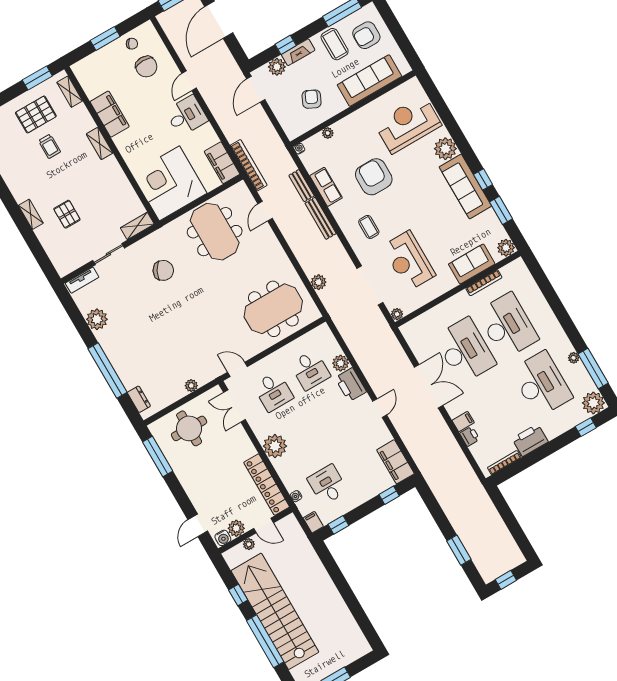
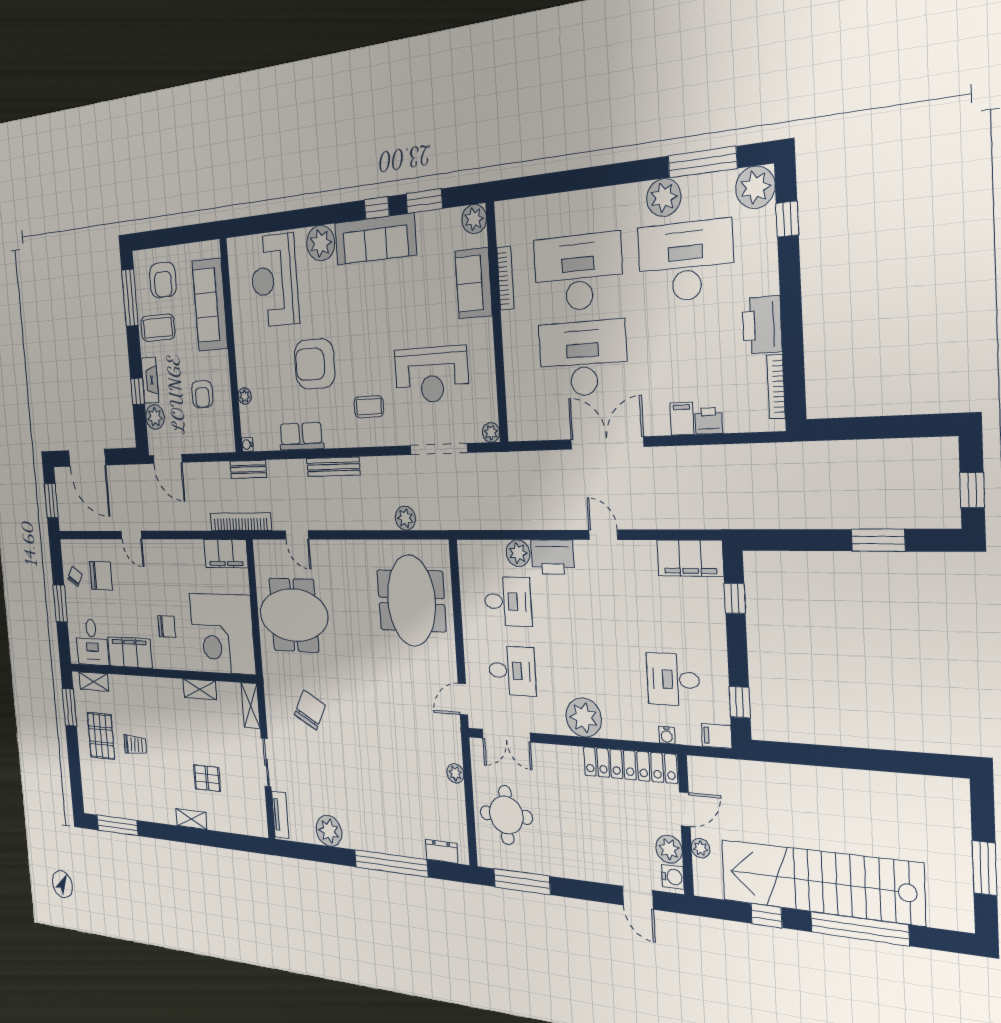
armchair: (312, 99) -> (202, 394), turned -116
desk: (186, 116) -> (92, 642), moved, turned 180
chair: (146, 137) -> (167, 626), added
shelving: (100, 144) -> (200, 689), moved
bench: (302, 186) -> (248, 469), moved
plant: (574, 358) -> (664, 197), width x1.87, depth x1.87

